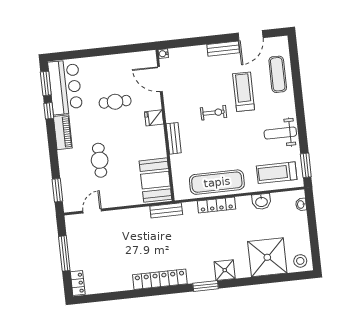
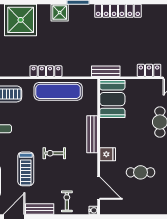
exercise bike: (194, 60) -> (67, 201), added
bench: (174, 138) -> (92, 134), width x1.36
washbasin: (261, 202) -> (20, 70), removed
locker: (217, 205) -> (46, 71), moved
locker: (118, 217) -> (149, 70), added

